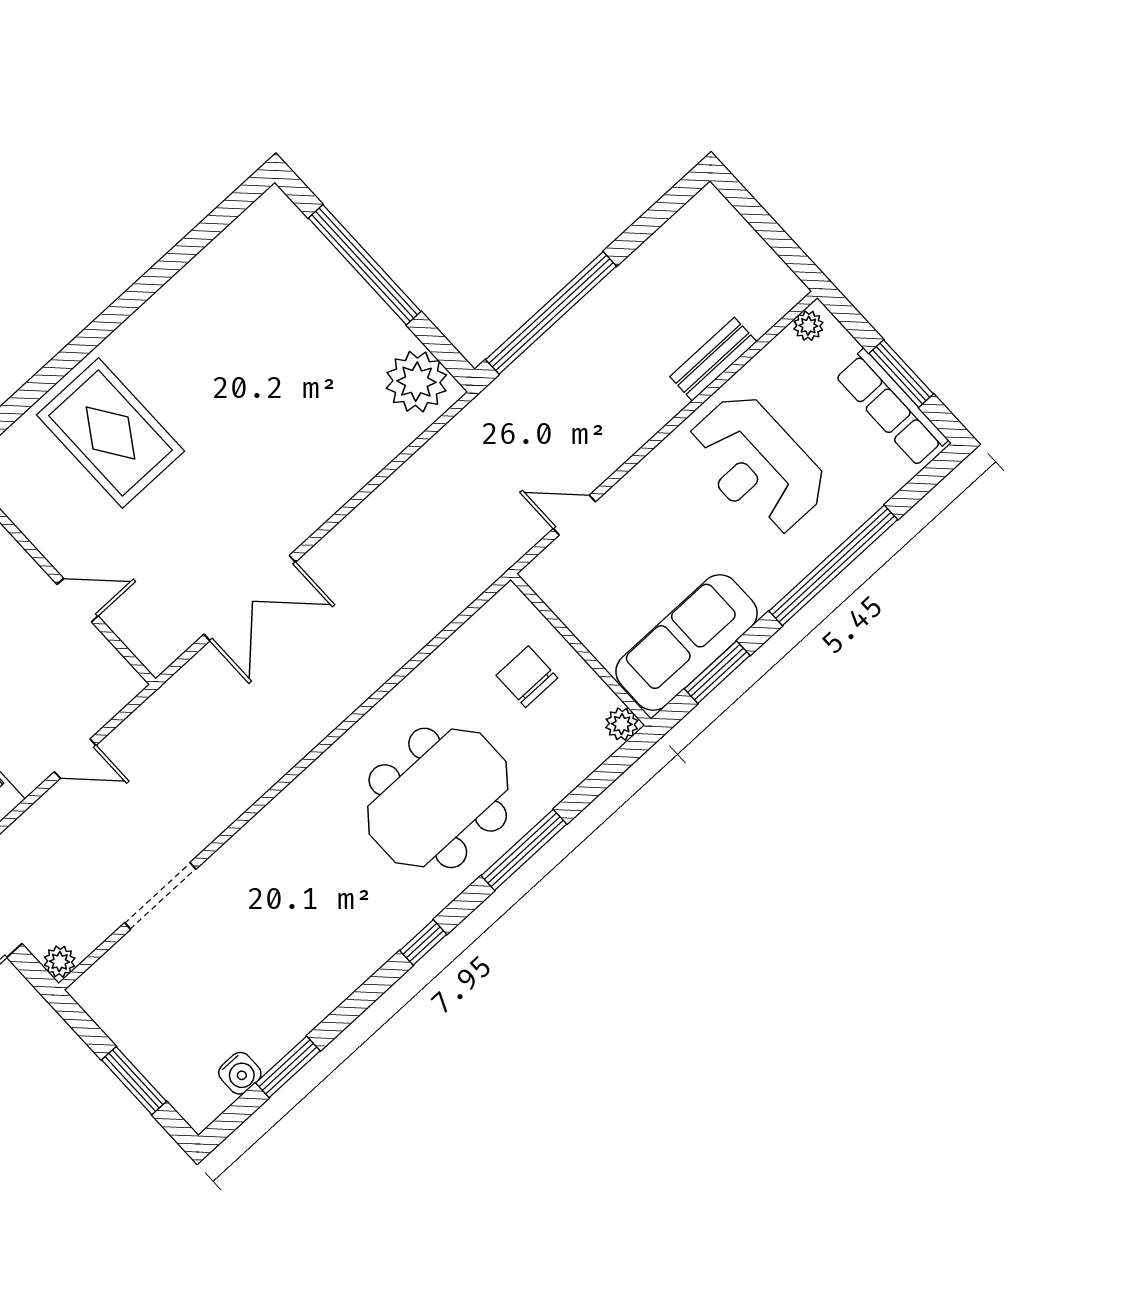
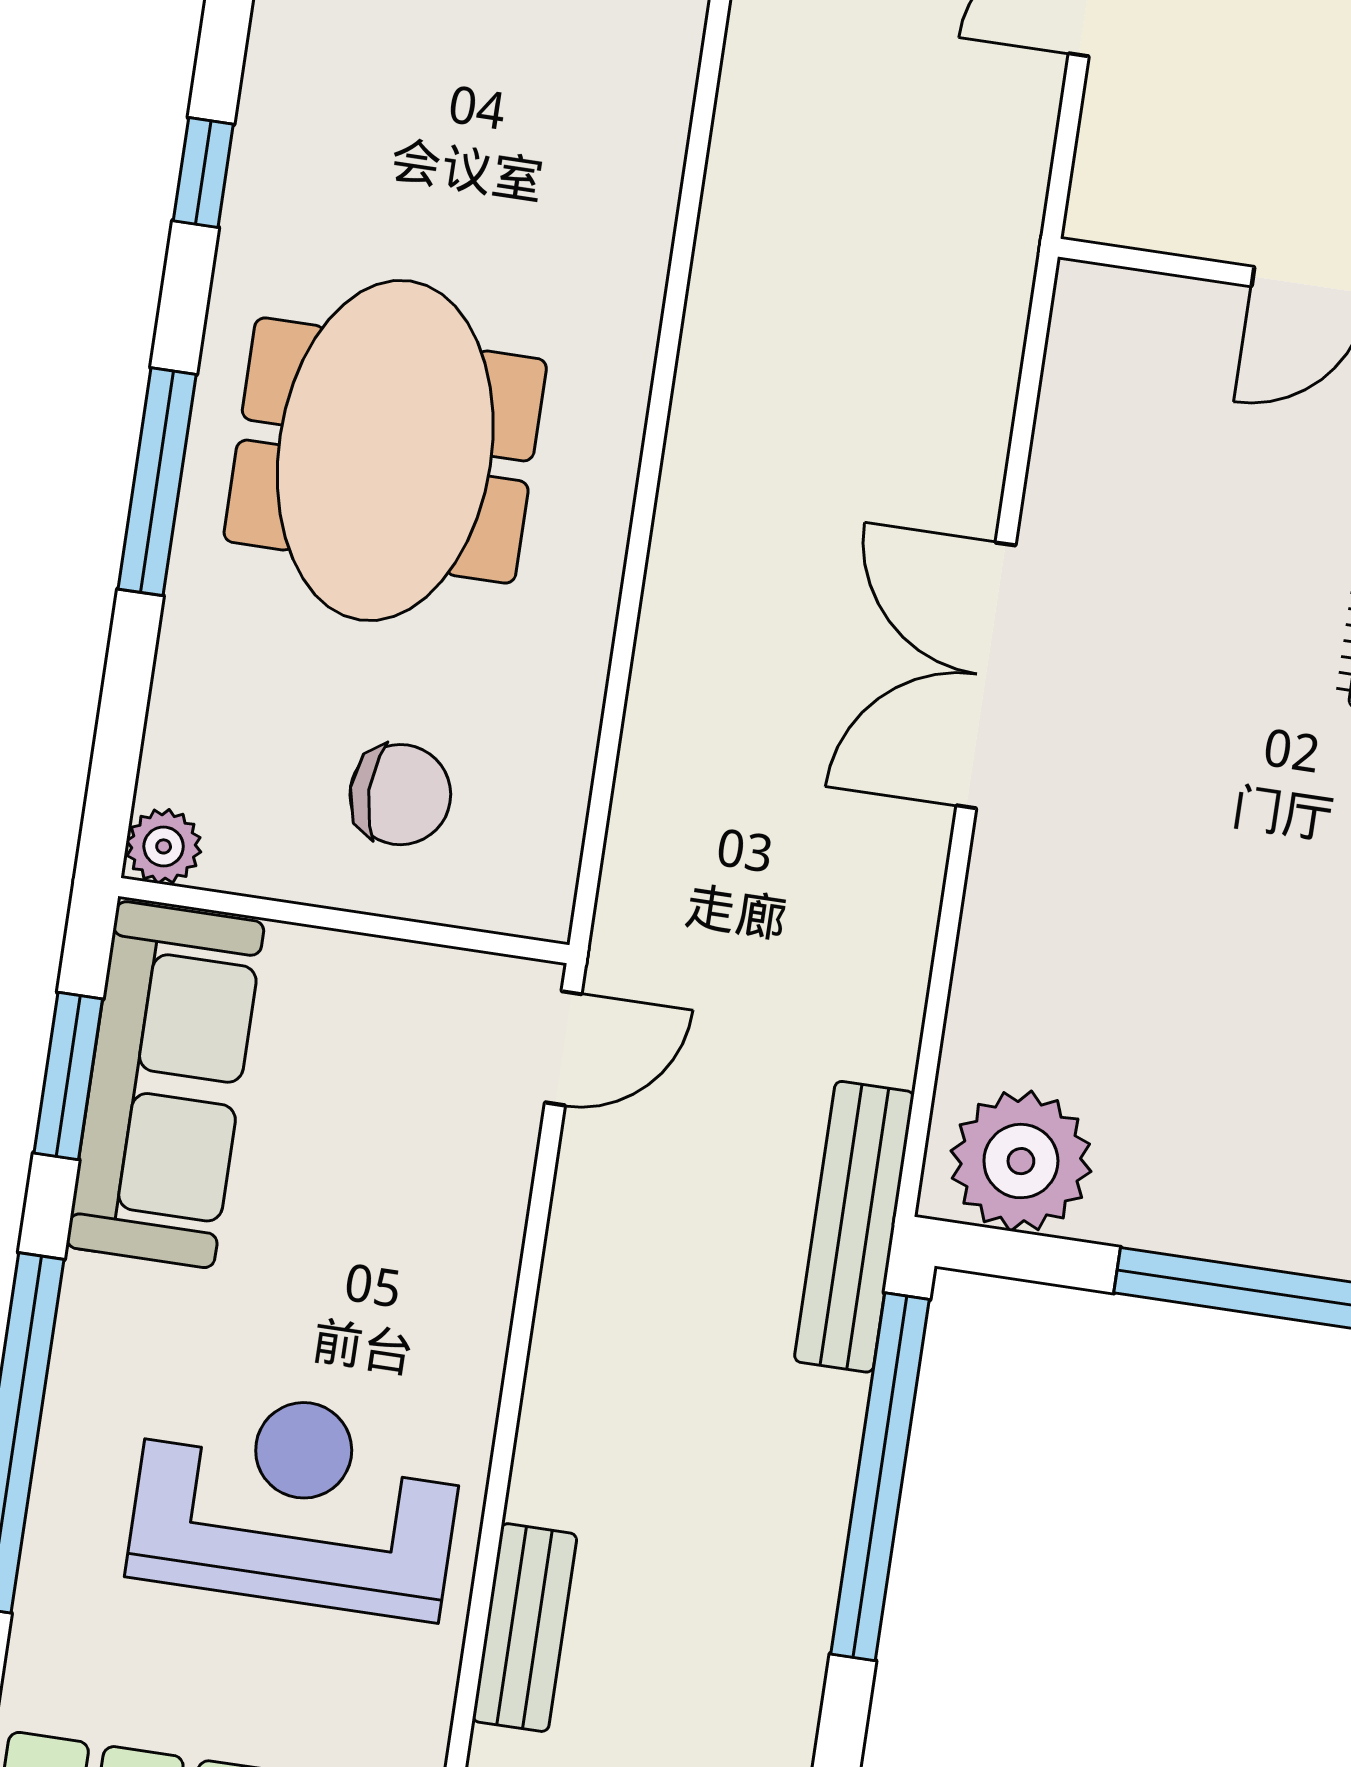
bench: (491, 405) -> (854, 1227), added
door: (574, 515) -> (563, 1048), moved
double door: (250, 598) -> (986, 675), moved

